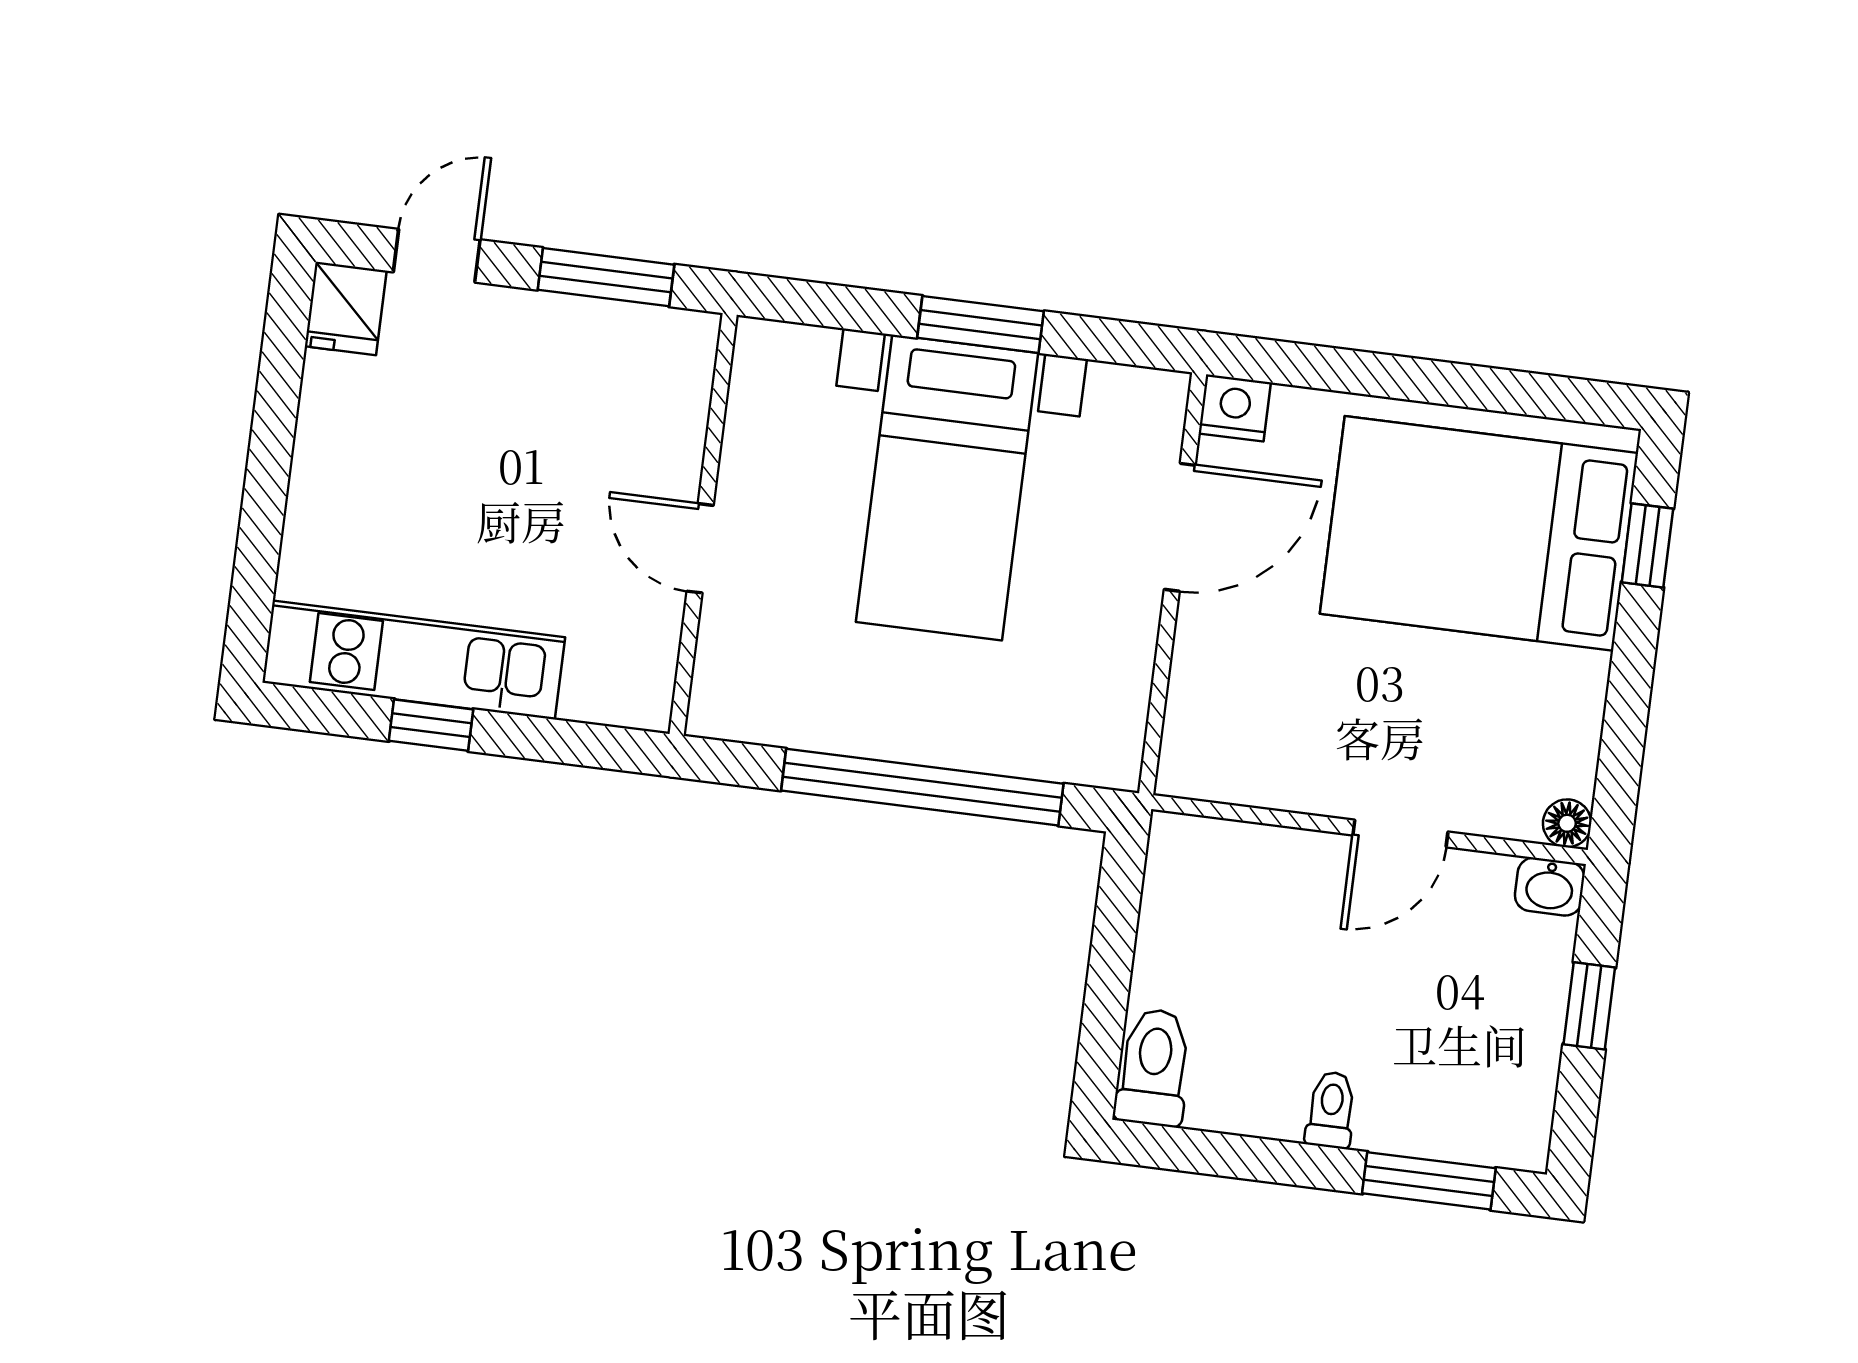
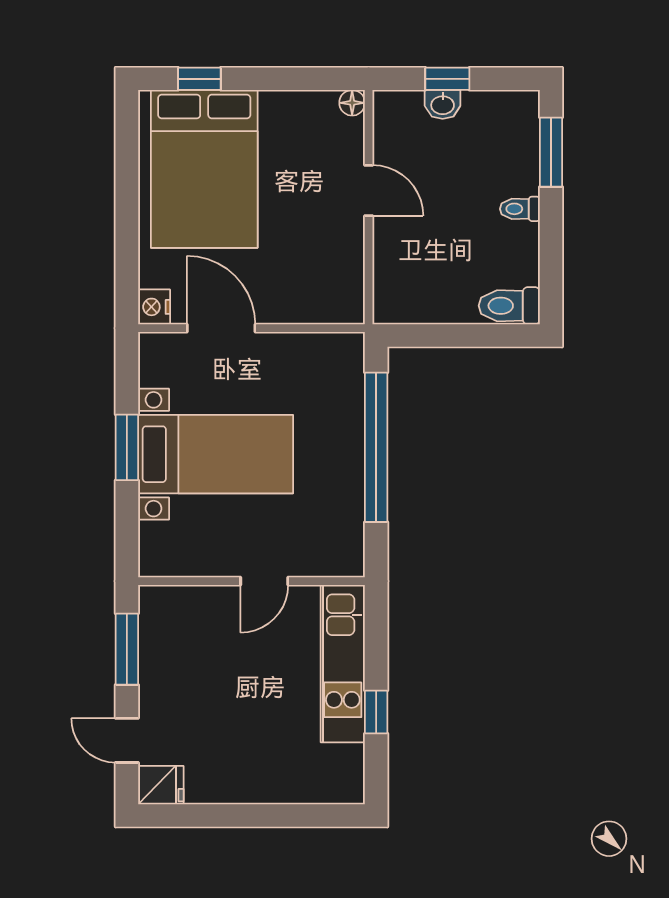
kitchen unit: (414, 660) -> (343, 664), moved
washbasin: (1550, 887) -> (443, 104), moved, turned 90

